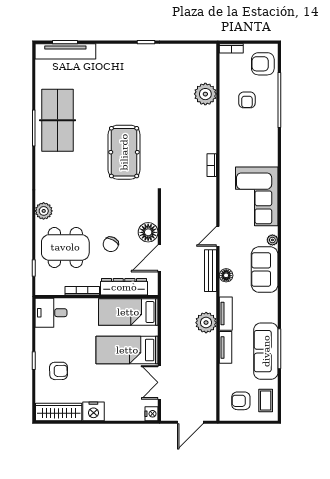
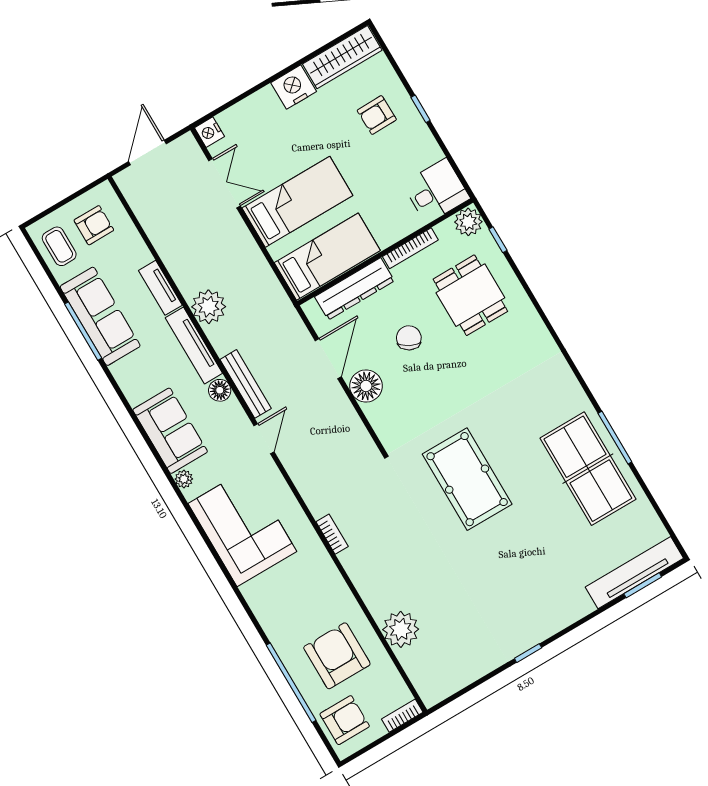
armchair: (247, 100) -> (337, 656), width x1.88, depth x1.88
plant: (44, 211) -> (468, 222), moved
dining table: (65, 247) -> (470, 295), width x0.73
tv unit: (226, 314) -> (194, 346), width x1.41

